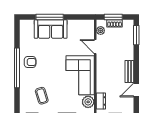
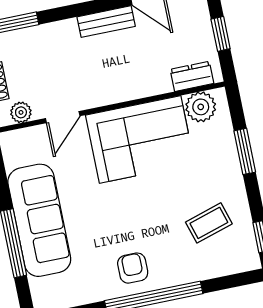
sofa: (51, 29) -> (39, 220), width x1.36

